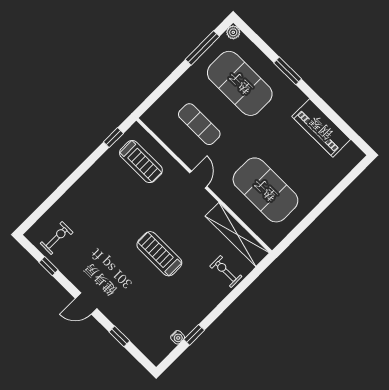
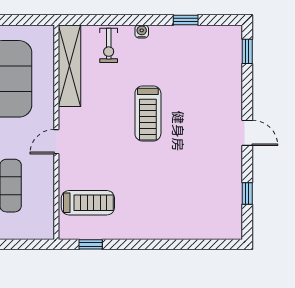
treadmill: (141, 162) -> (88, 203), turned 90
exercise bike: (57, 238) -> (218, 210), removed
window: (119, 336) -> (247, 51), moved
water cooler: (178, 337) -> (142, 31), moved

